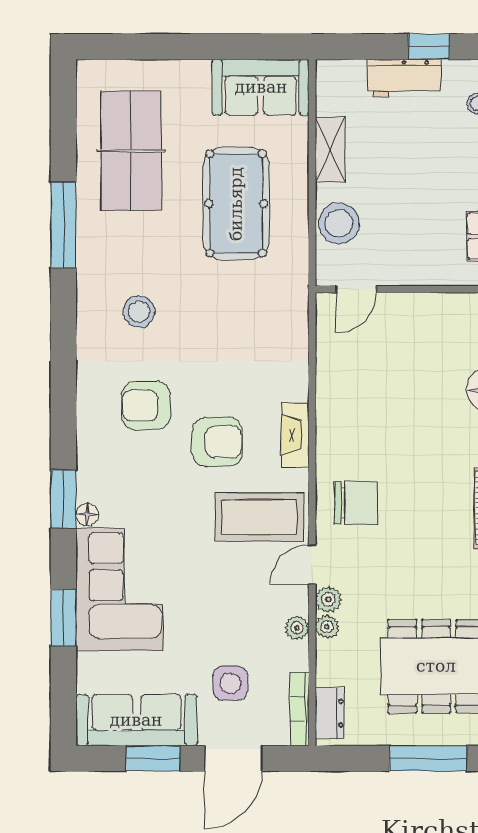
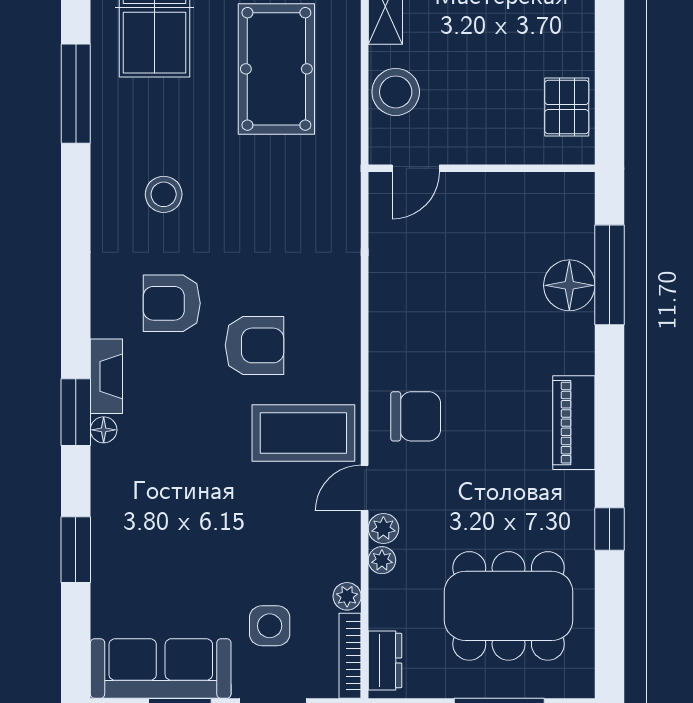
fireplace: (295, 435) -> (106, 376), moved, turned 180
corner sofa: (120, 589) -> (141, 517), removed
plant: (297, 628) -> (347, 596), moved

